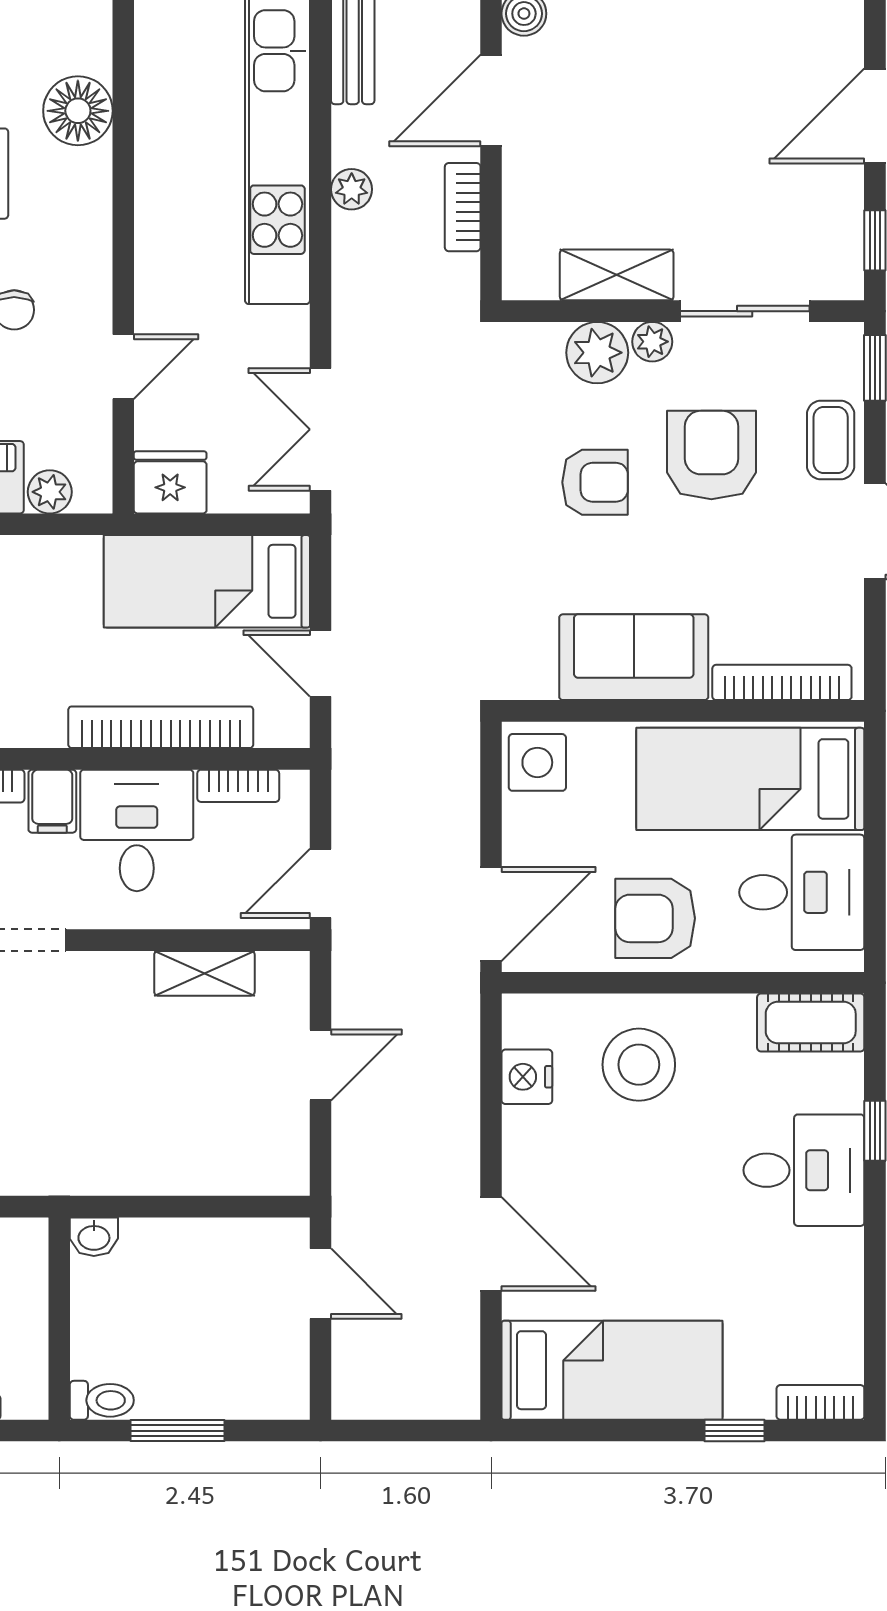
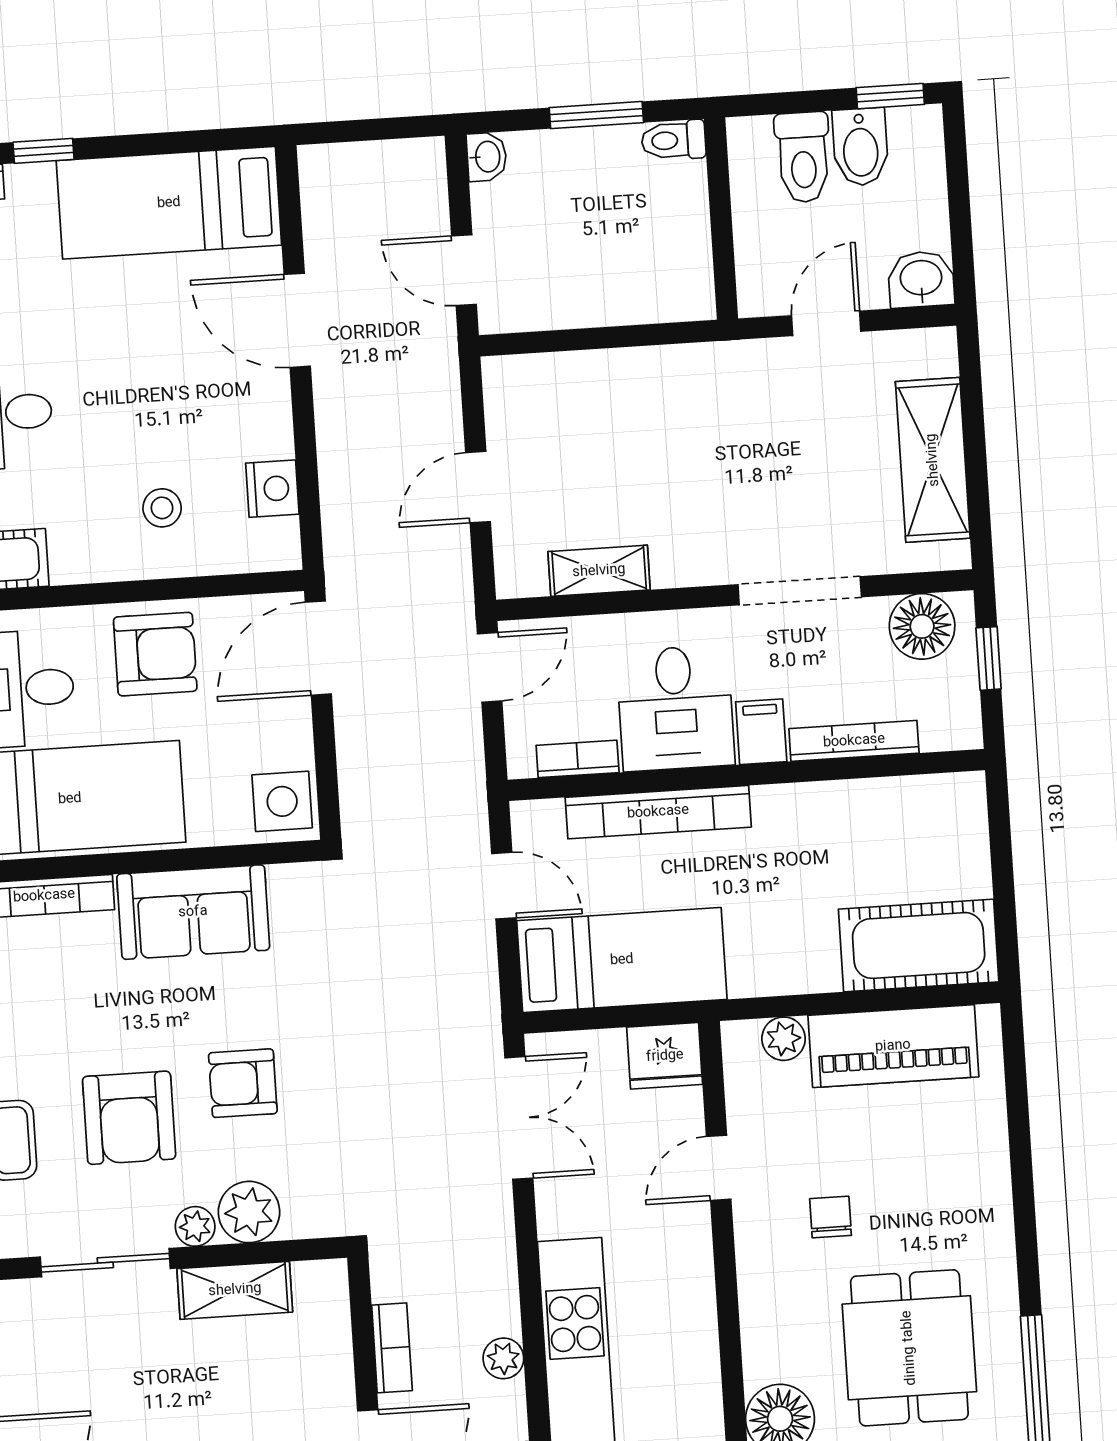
stool: (639, 1065) -> (162, 508), width x0.53, depth x0.53
washbasin: (94, 1237) -> (487, 157), moved, turned 90

